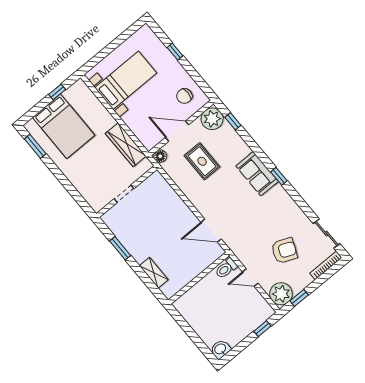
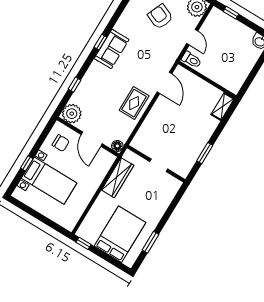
bed with nightstands: (126, 80) -> (49, 181), moved, turned 180
window: (57, 92) -> (84, 243), moved
window: (233, 121) -> (75, 85), moved
window: (35, 146) -> (151, 242), moved
rug: (202, 161) -> (134, 103), moved
sofa: (257, 174) -> (112, 49), moved
shelving: (154, 273) -> (223, 106), moved

